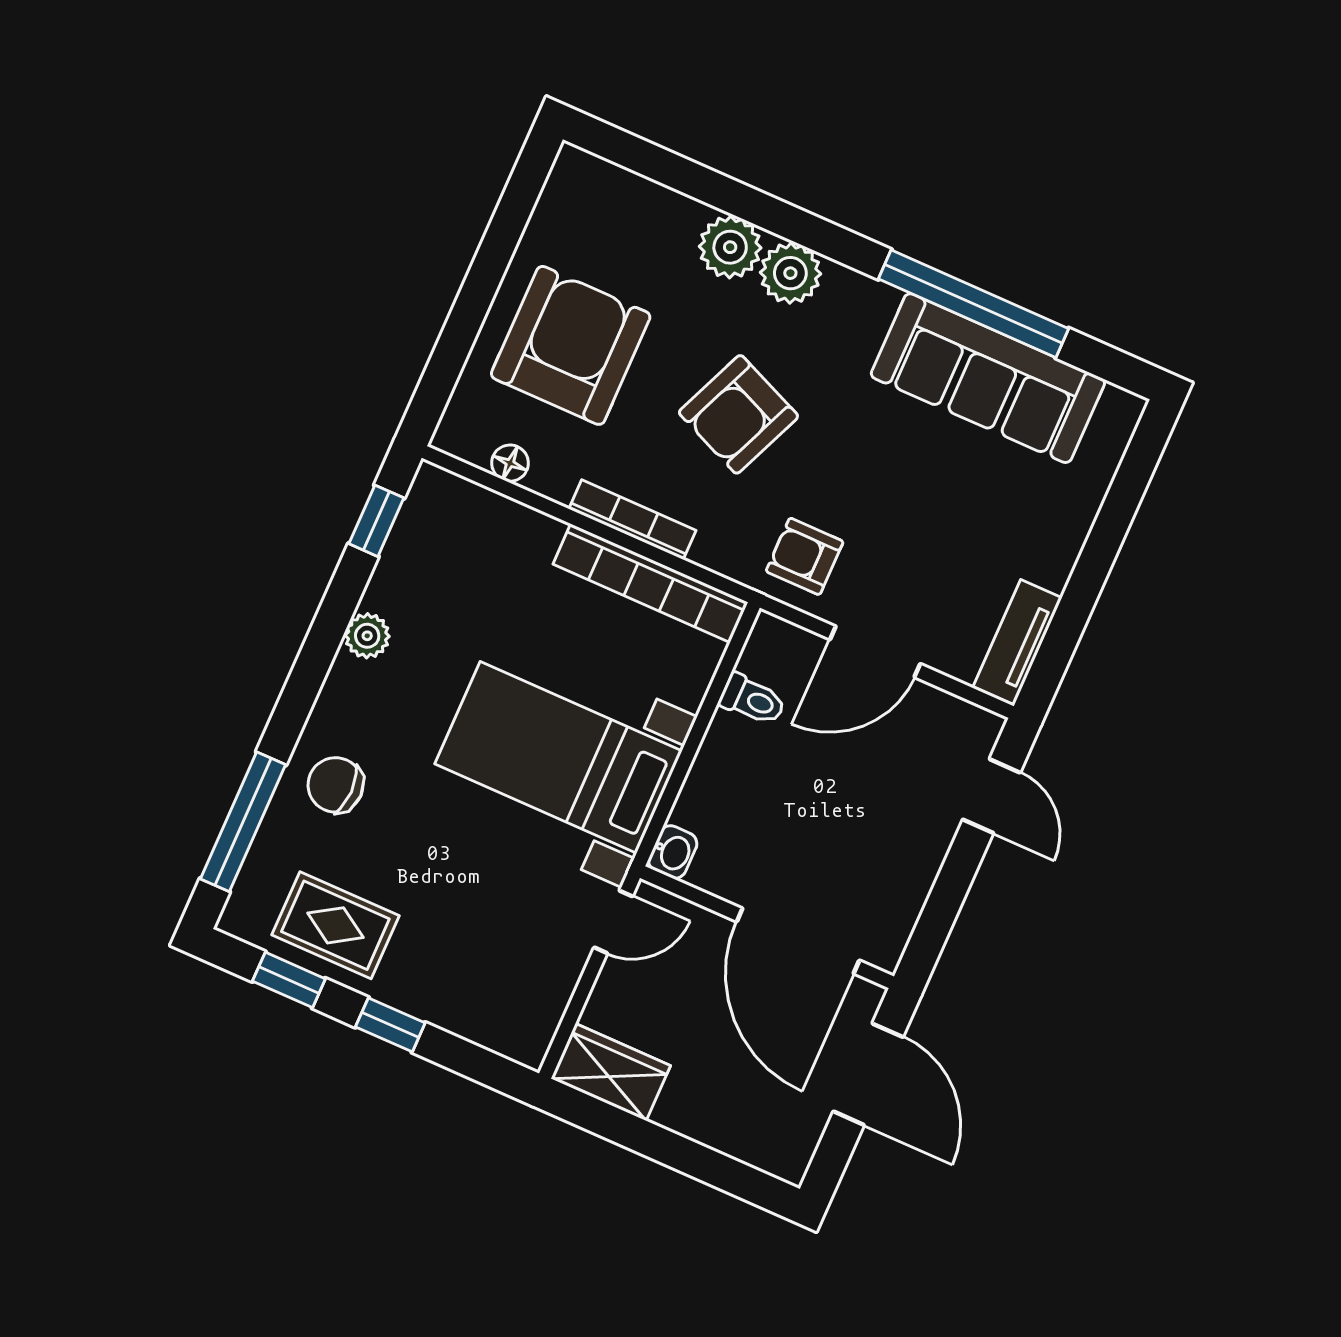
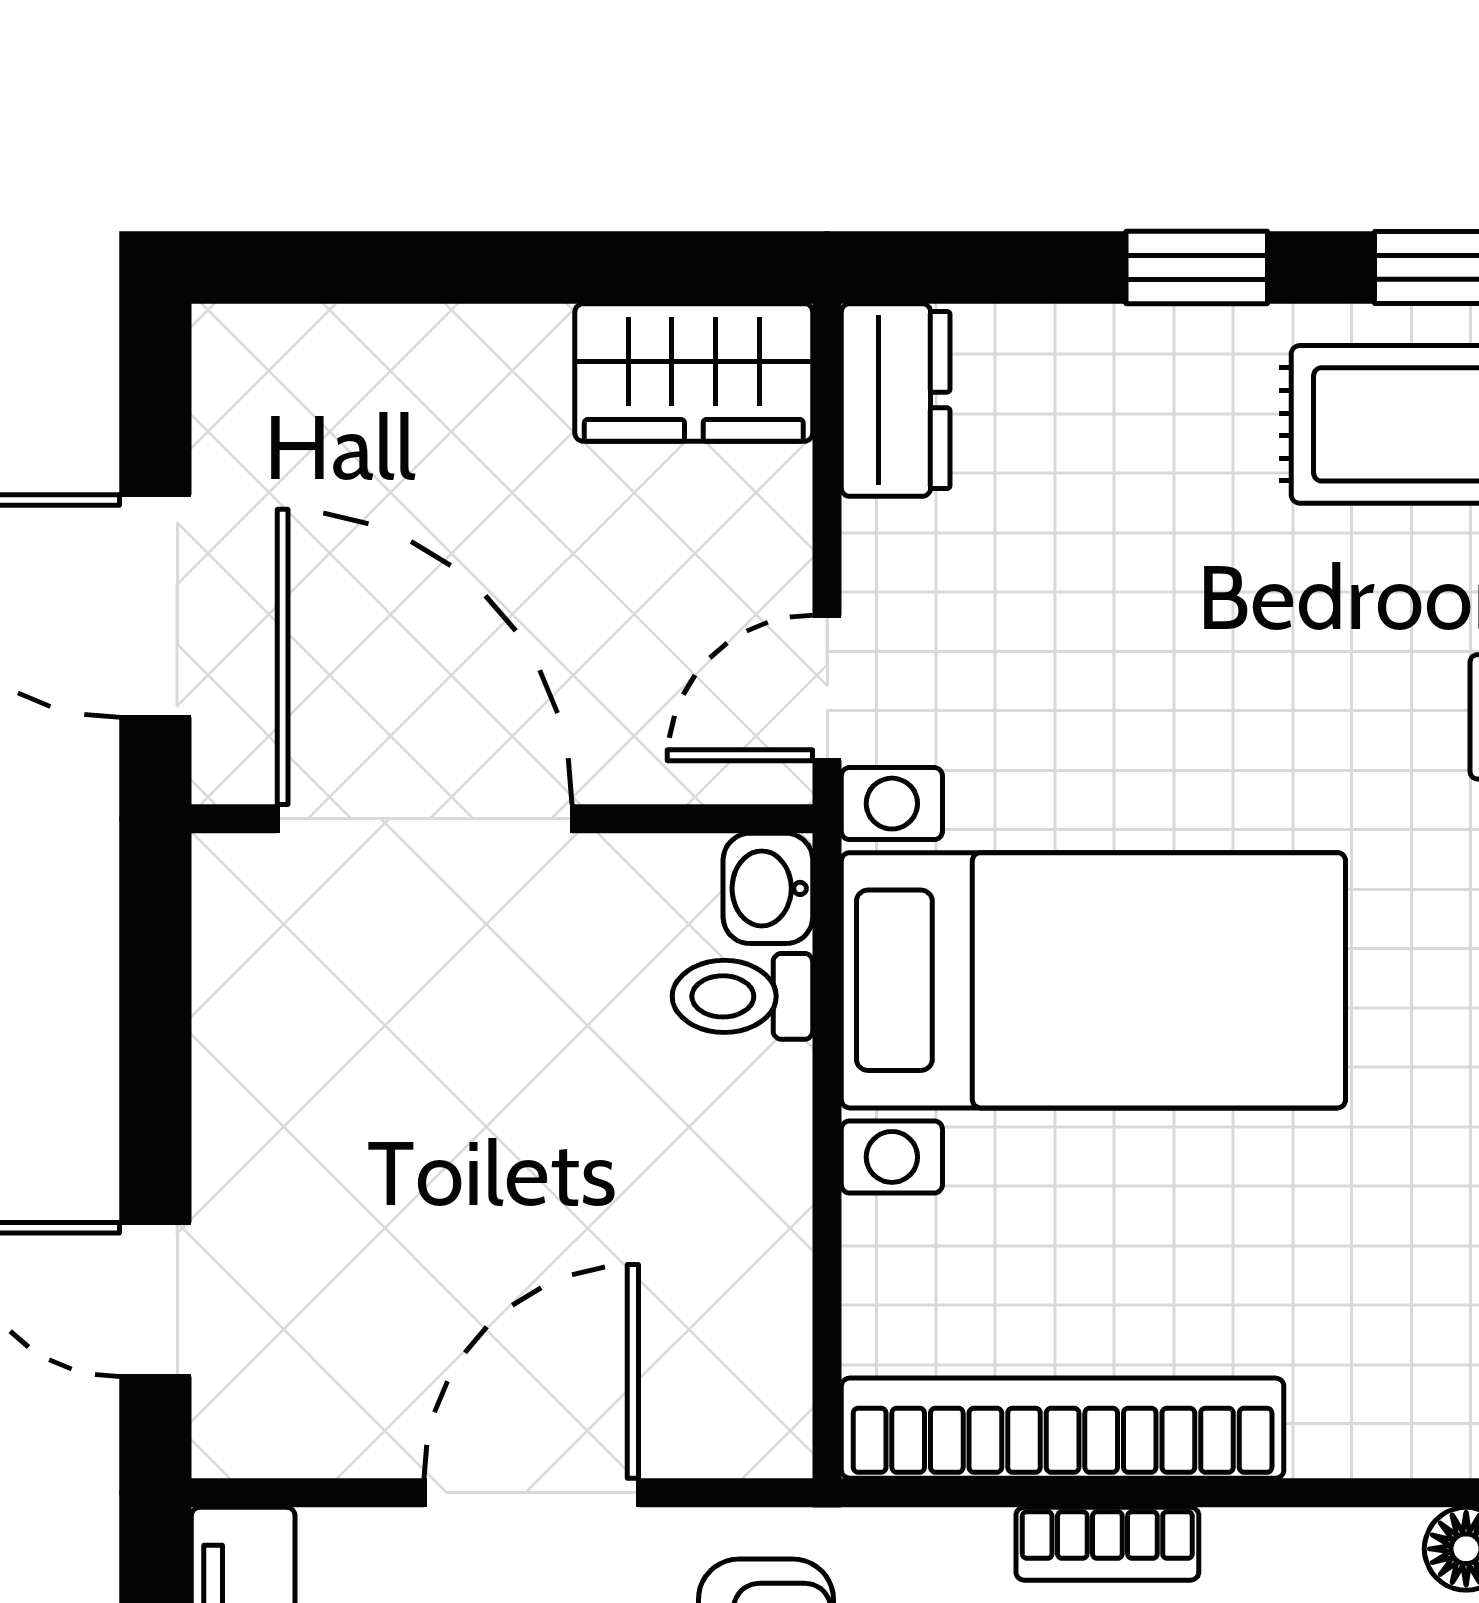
bookcase: (632, 520) -> (1107, 1544), width x0.64
toilet: (752, 700) -> (742, 996), moved
dresser: (535, 1025) -> (896, 400), added

